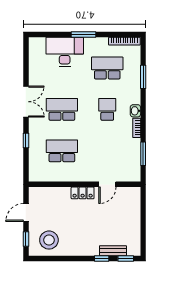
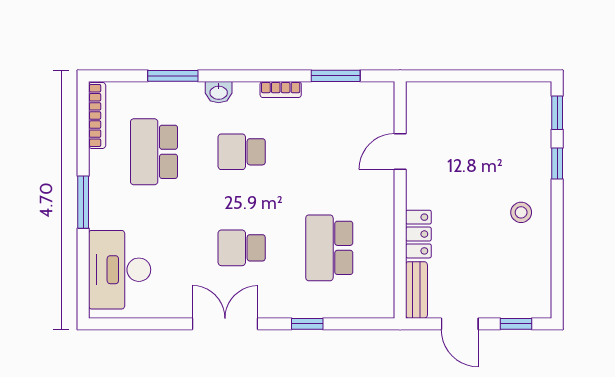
desk: (65, 52) -> (120, 270), moved
school desk: (62, 109) -> (242, 248), width x0.54
washbasin: (135, 111) -> (219, 92), moved
door: (107, 184) -> (400, 151), swing flipped
locker: (83, 193) -> (418, 234), moved
stool: (49, 240) -> (521, 212), moved, width x0.53, depth x0.53
bench: (113, 251) -> (416, 290), moved

